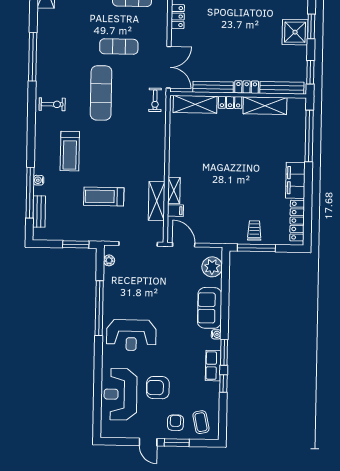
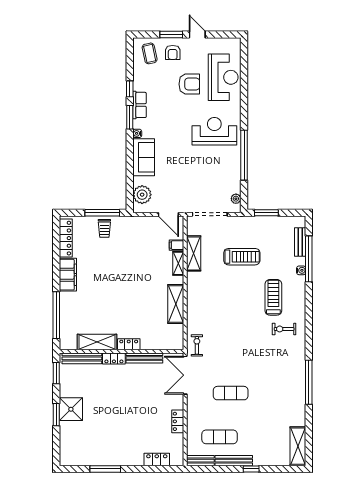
exercise mat: (101, 93) -> (246, 351), removed
exercise bike: (52, 104) -> (284, 329), moved
shelving: (195, 104) -> (176, 304), moved, turned 90

